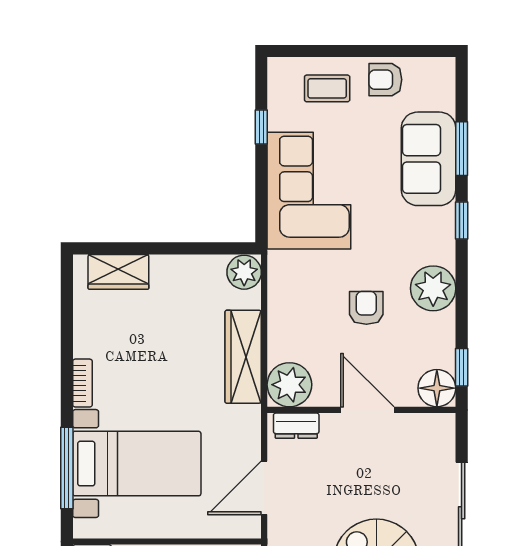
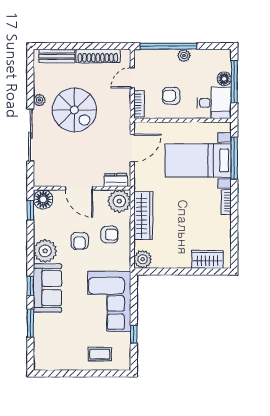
armchair: (385, 80) -> (109, 235), moved
sofa: (429, 159) -> (47, 288), moved

